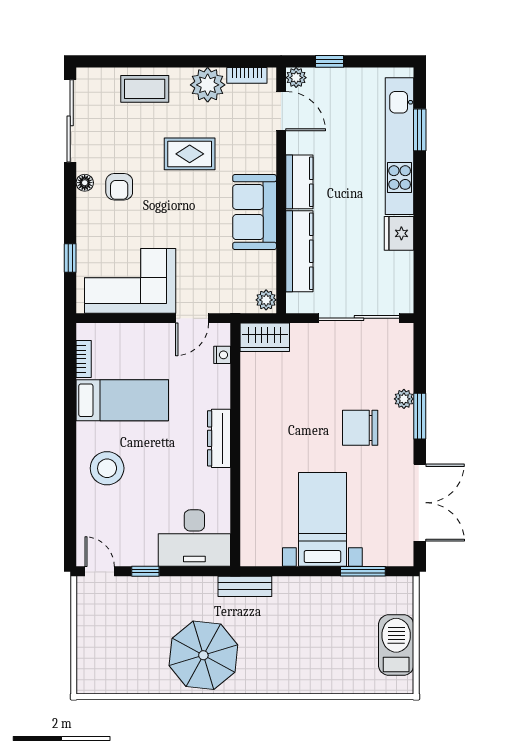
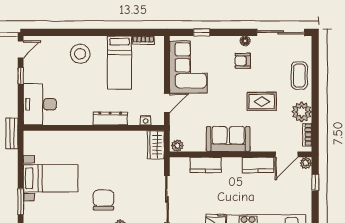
rug: (190, 154) -> (262, 102), turned 90
kitchen counter: (299, 182) -> (258, 165), moved
kitchen counter: (299, 251) -> (205, 165), width x0.67
door: (192, 318) -> (167, 103), swing flipped
dresser: (219, 438) -> (110, 118), moved

